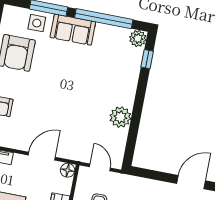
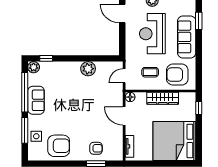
sofa: (73, 30) -> (36, 100), moved

